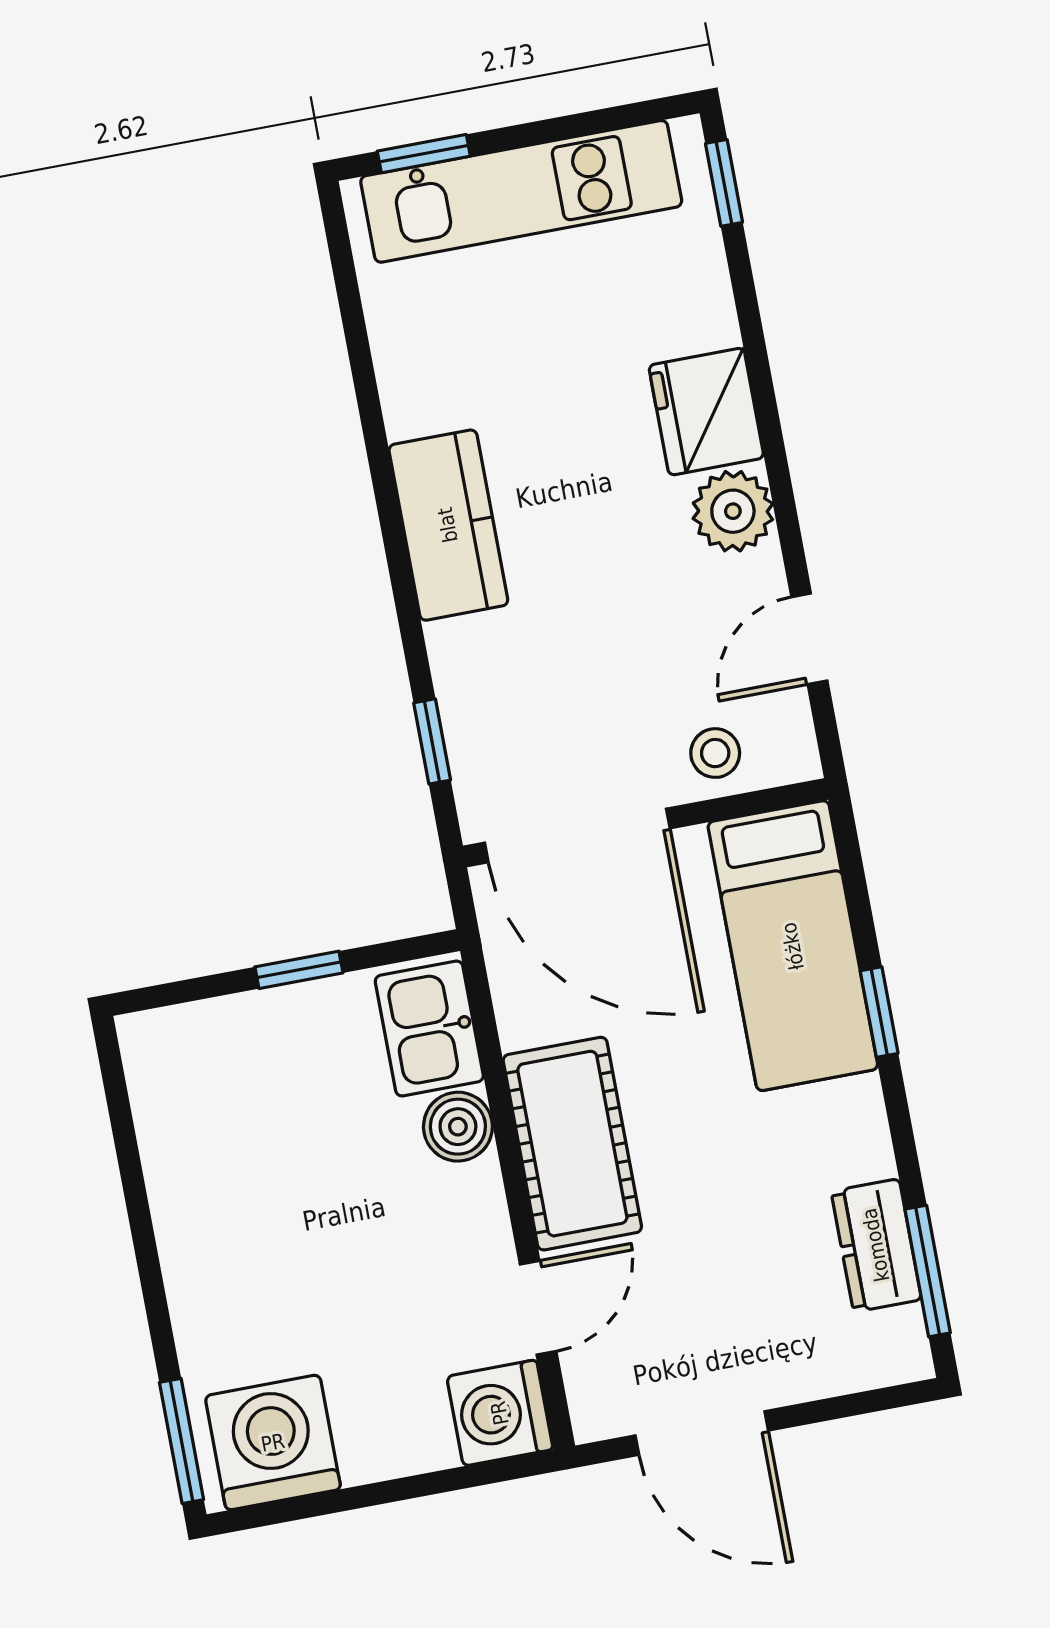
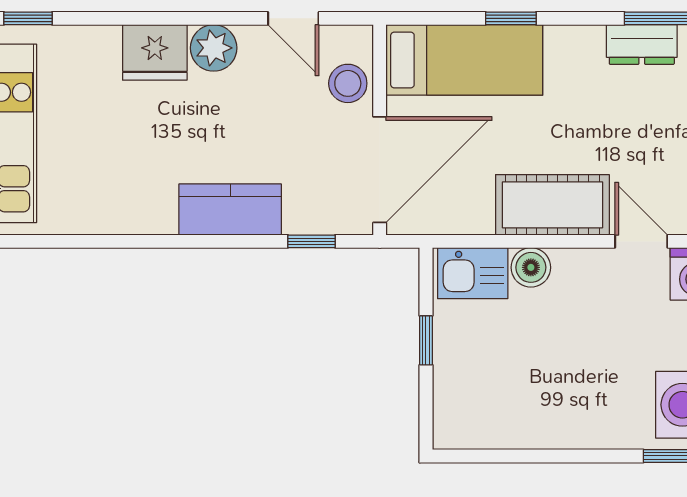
kitchen counter: (448, 525) -> (230, 209), moved
stool: (715, 753) -> (348, 83), width x1.37, depth x1.37

